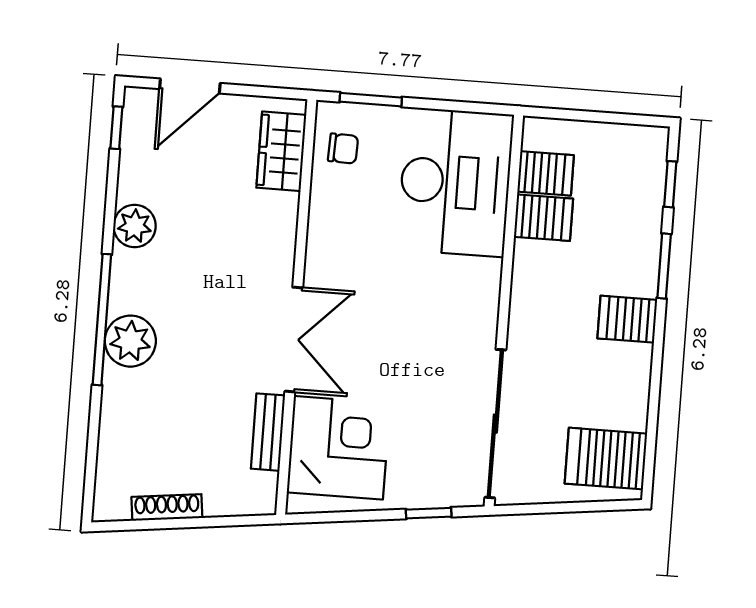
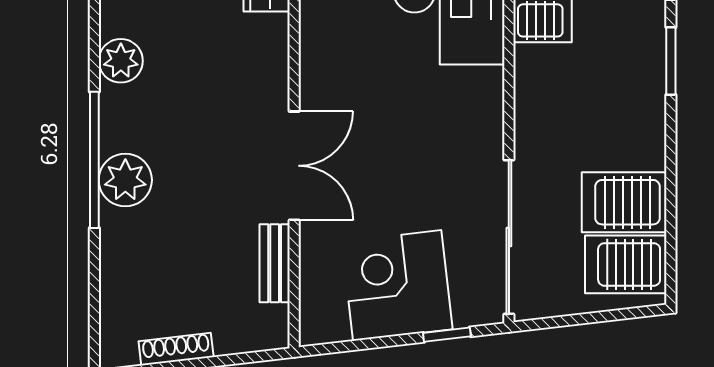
server rack: (627, 319) -> (624, 202), moved, width x1.36, depth x1.44
corner desk: (338, 448) -> (397, 285), moved, turned -97

